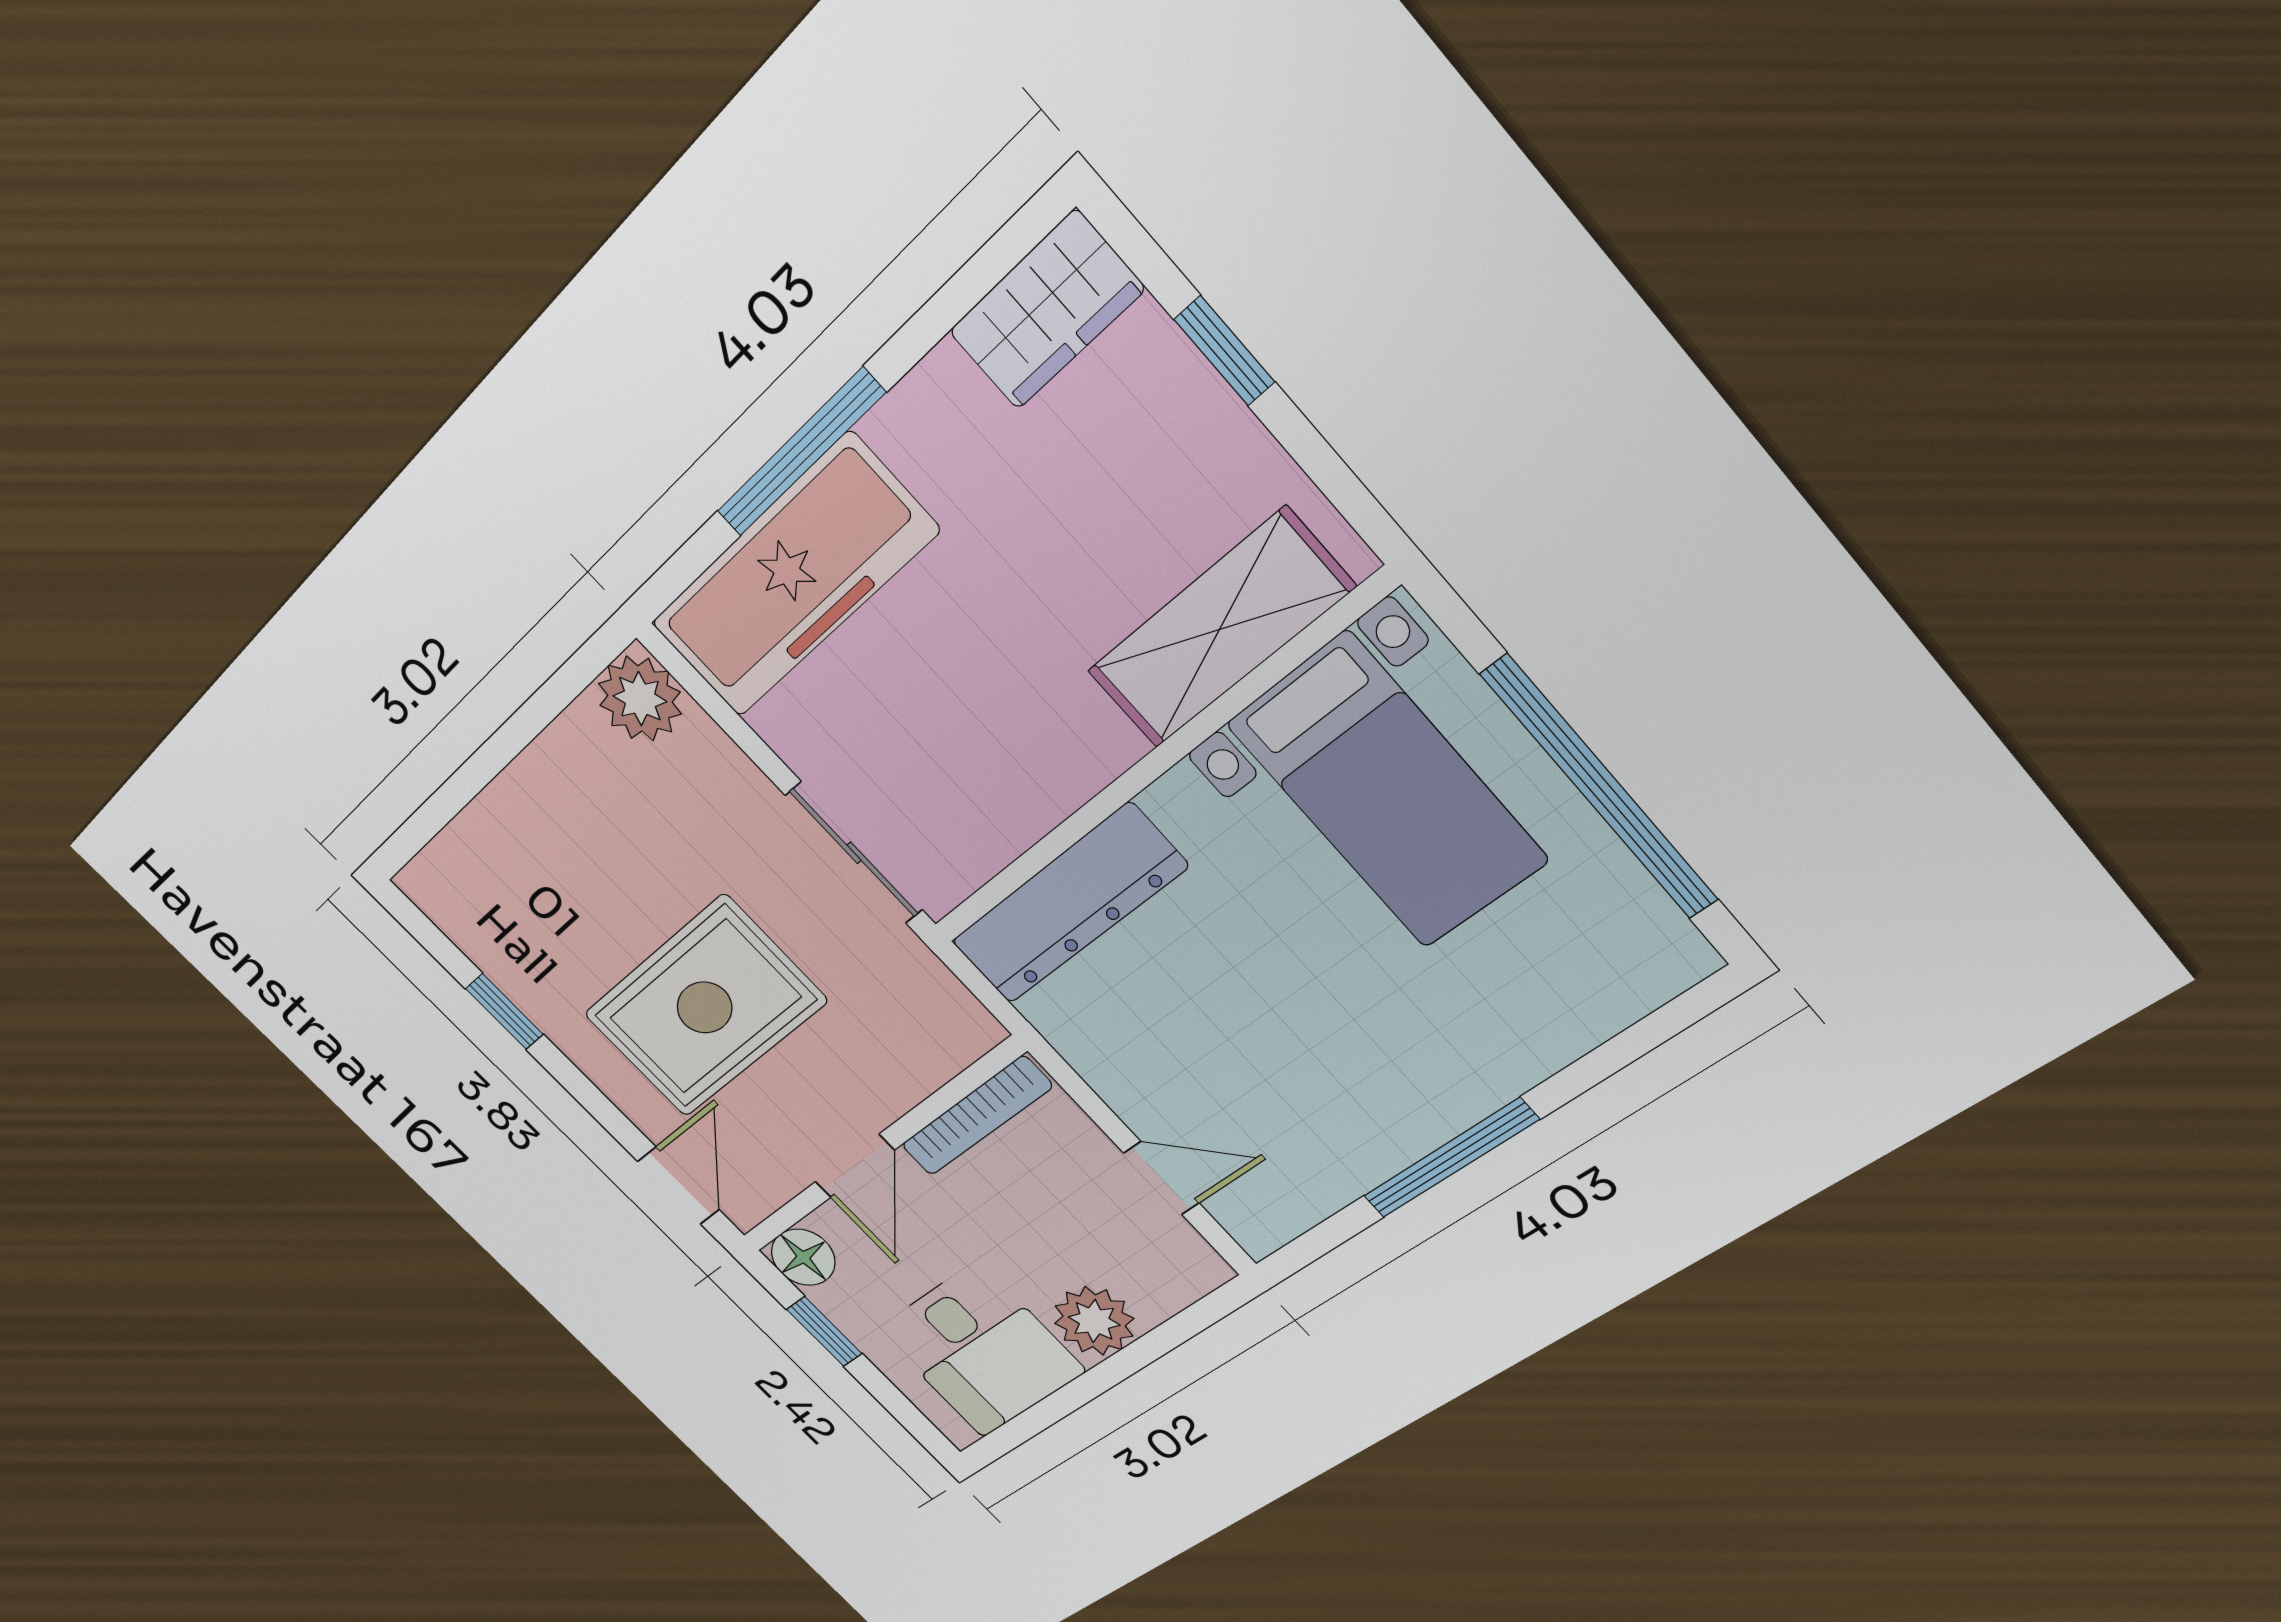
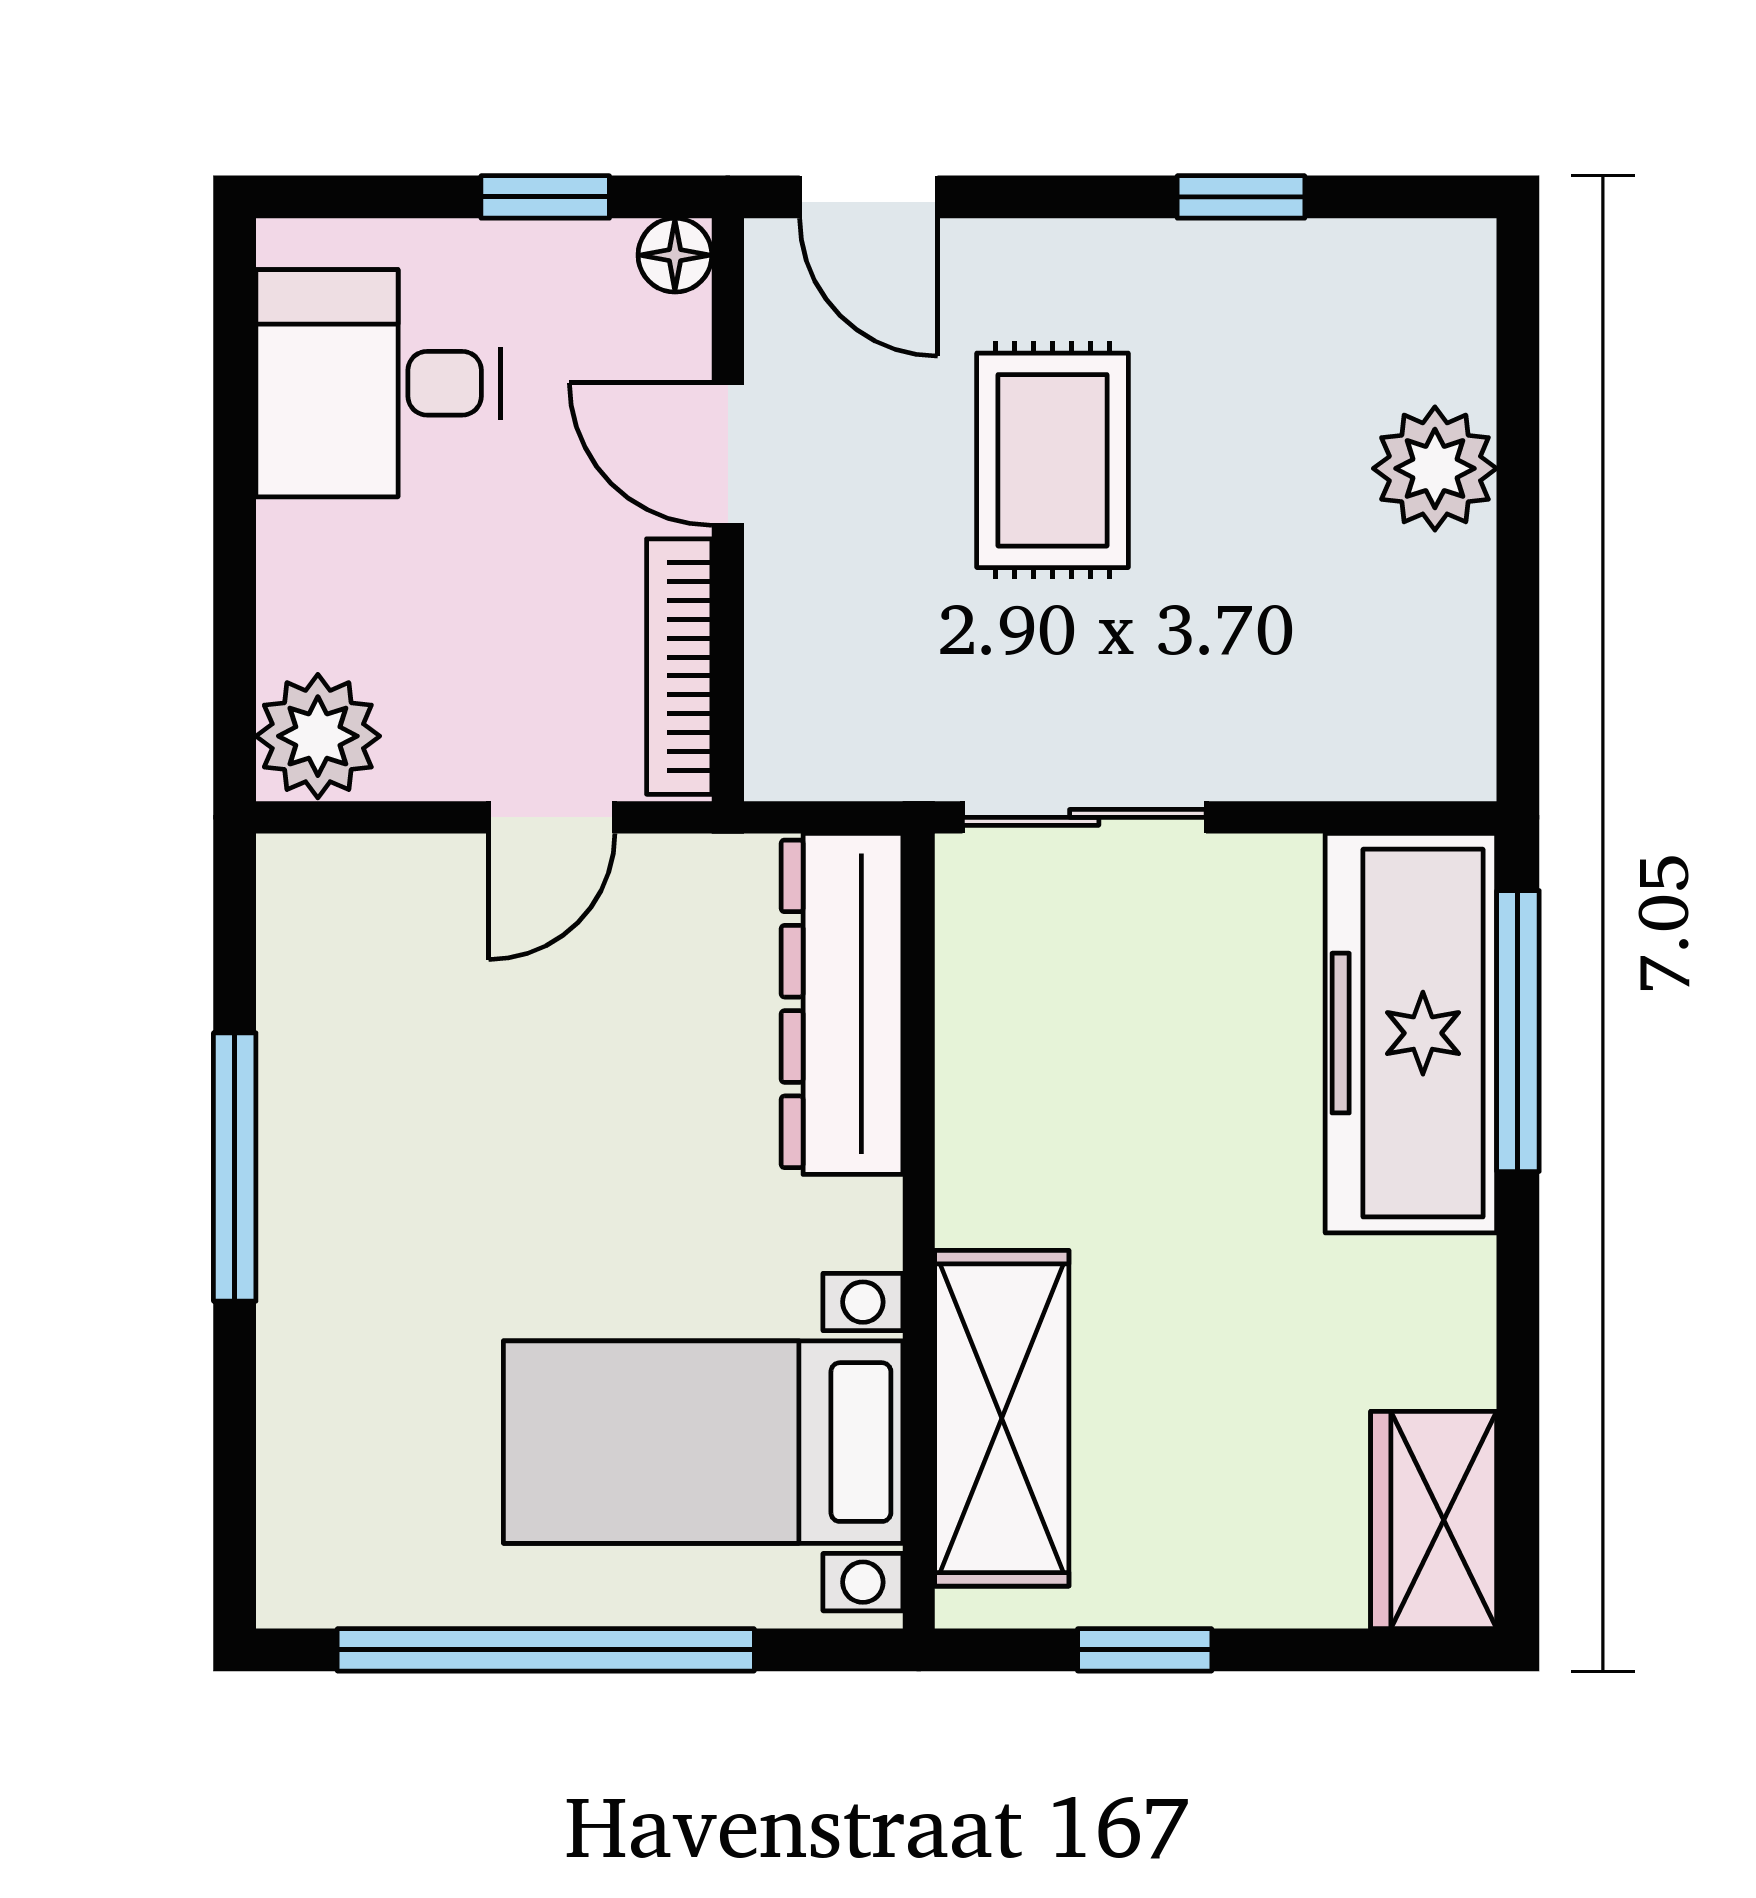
window: (1224, 351) -> (1145, 1650), moved
window: (800, 453) -> (1518, 1031), moved
plant: (640, 699) -> (1435, 468), moved
rug: (705, 1007) -> (1053, 460), width x0.73, depth x0.70
door: (1161, 1178) -> (552, 817), moved
floor lamp: (803, 1257) -> (675, 255), width x0.73, depth x0.73
plant: (1094, 1321) -> (318, 736), moved

